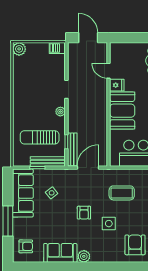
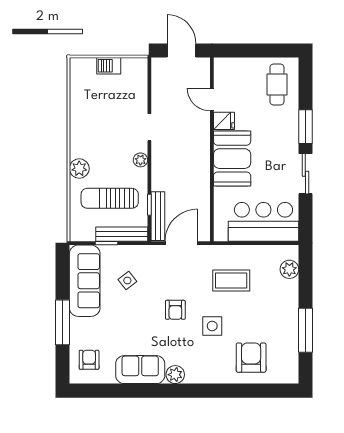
barbecue: (57, 48) -> (109, 66), moved
plant: (19, 49) -> (79, 169), moved
armchair: (26, 246) -> (89, 360), turned -90

